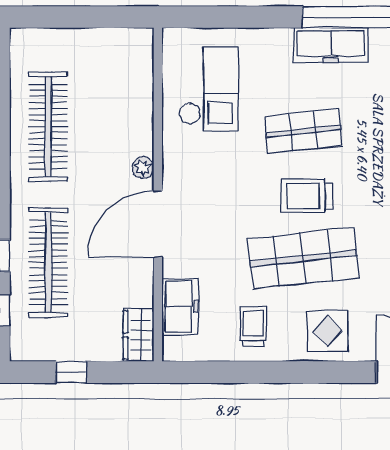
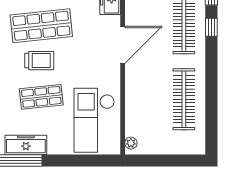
checkout: (209, 89) -> (94, 120), width x1.36, depth x1.21
plant: (143, 167) -> (131, 143), moved

